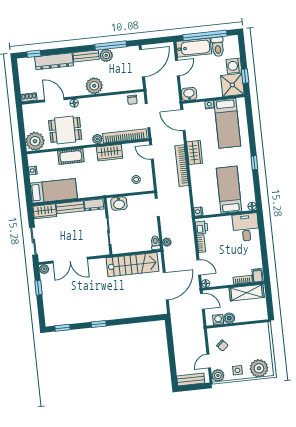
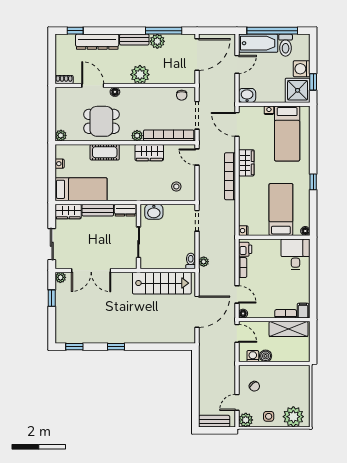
plant: (35, 141) -> (61, 135), width x0.53, depth x0.53

